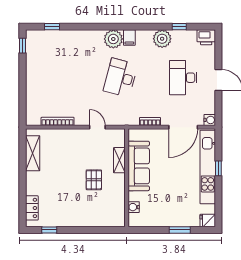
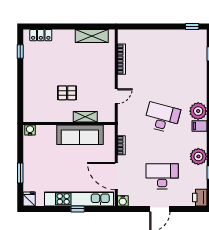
water cooler: (134, 207) -> (30, 130), moved

